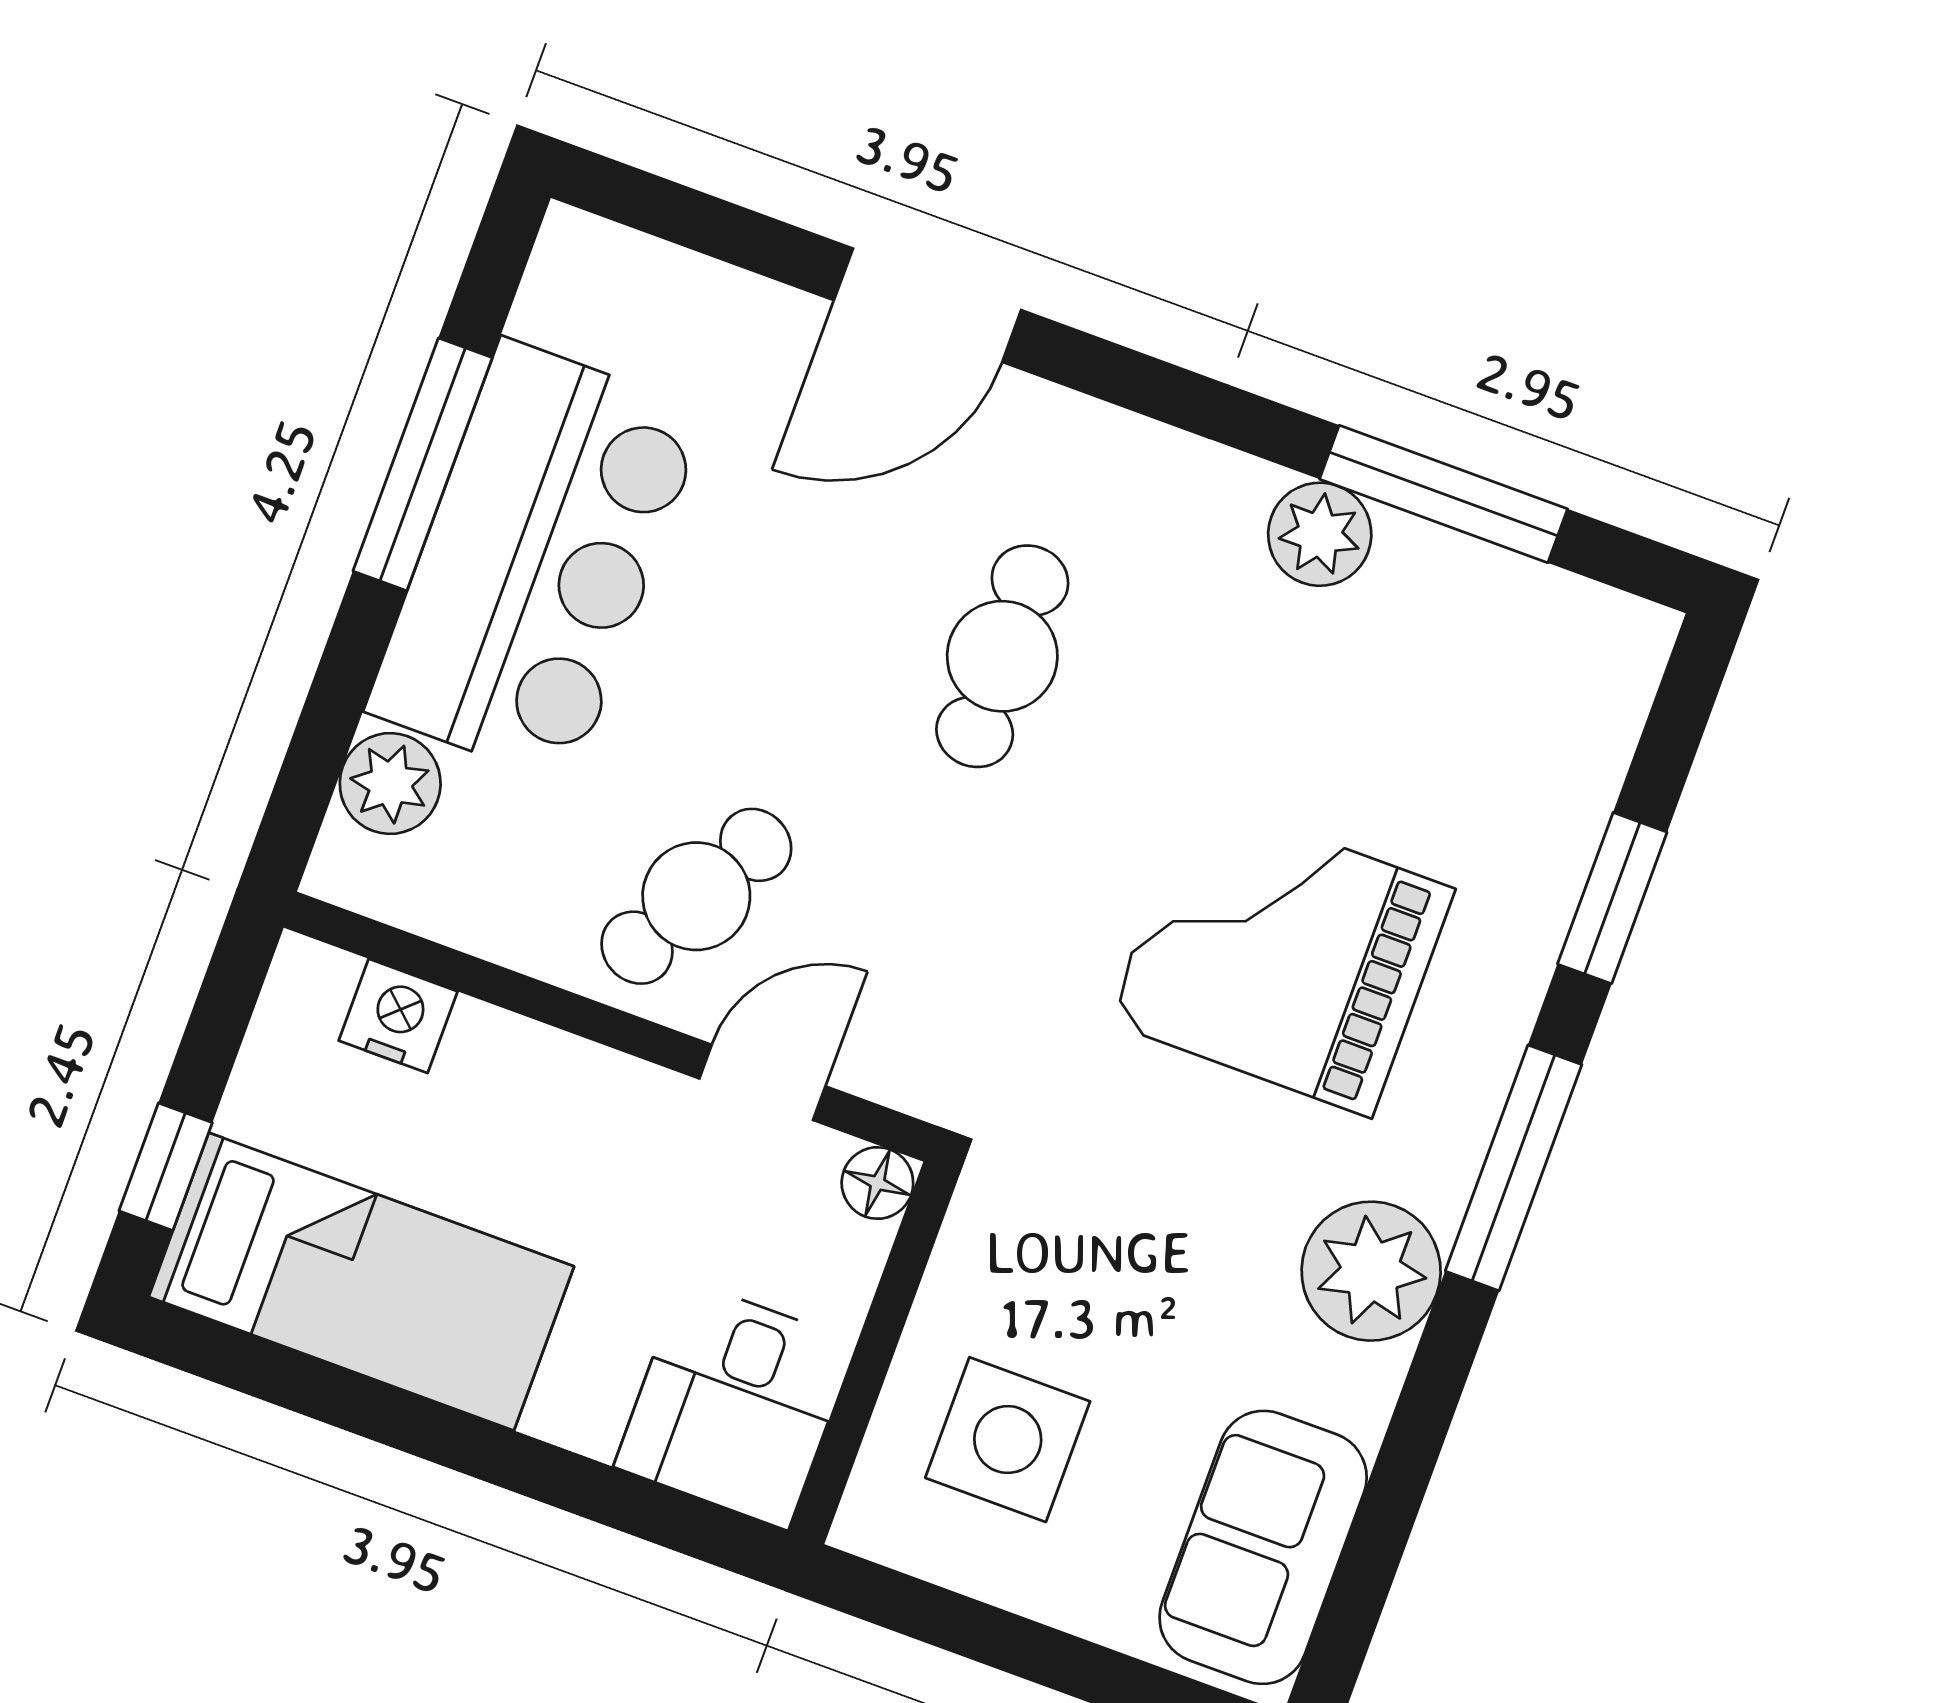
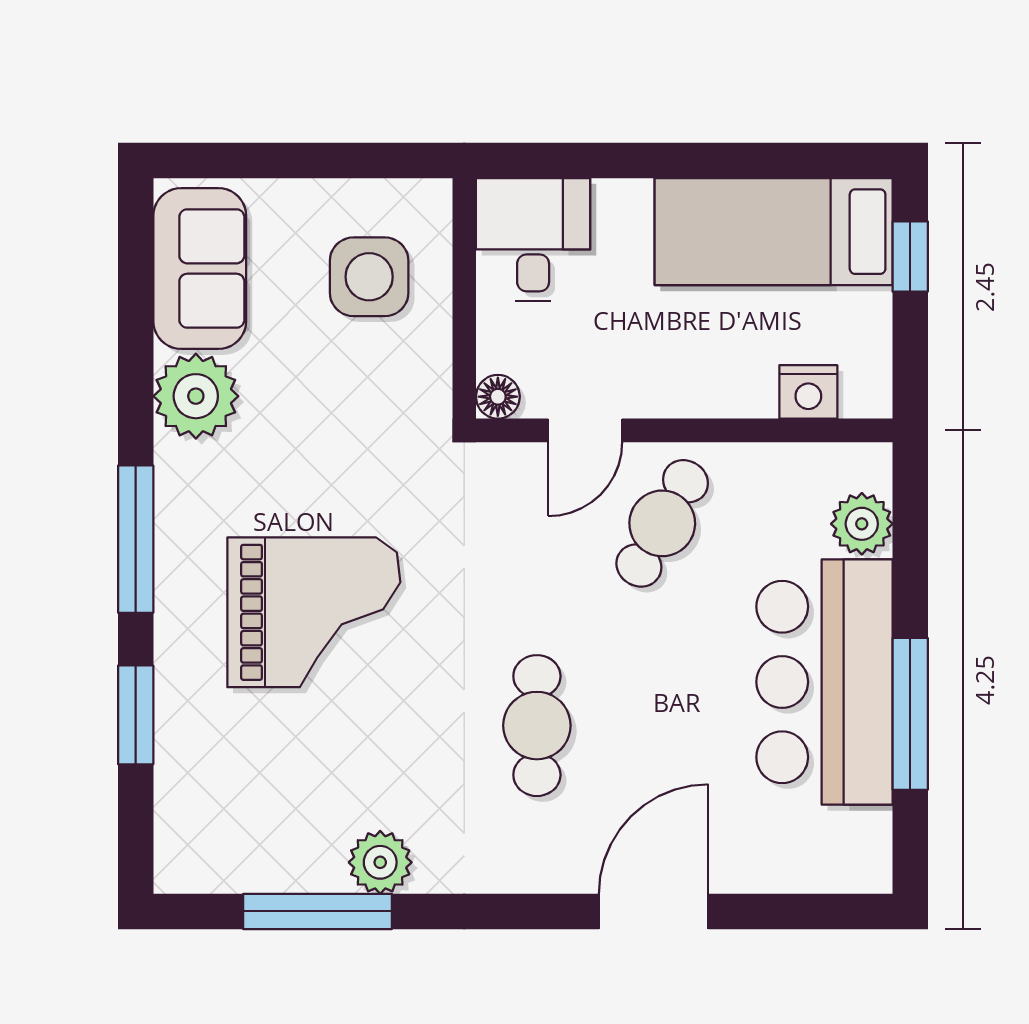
plant: (1371, 1271) -> (196, 396), moved

